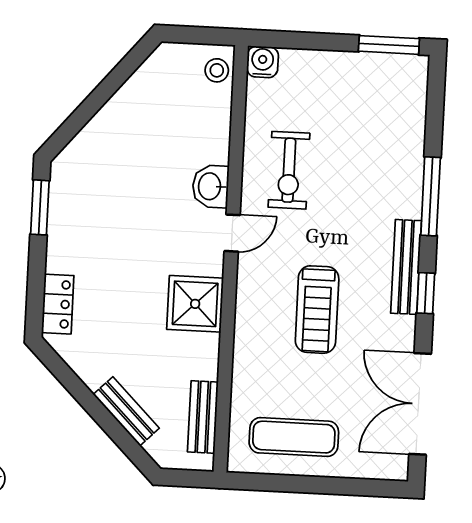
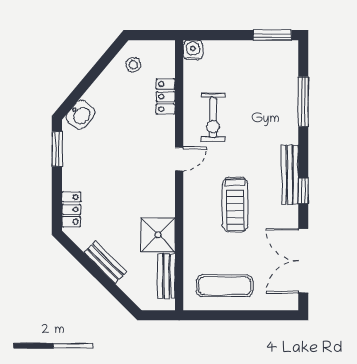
stool: (217, 70) -> (133, 65), moved
locker: (216, 133) -> (166, 97), added
washbasin: (211, 186) -> (81, 115), moved, turned -140
window: (431, 196) -> (303, 102), moved
shower: (195, 304) -> (158, 235), moved
bench: (126, 411) -> (105, 262), moved

